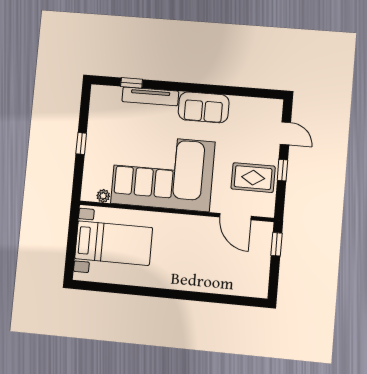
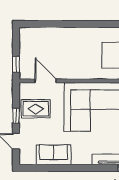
sofa: (204, 107) -> (54, 155), moved

